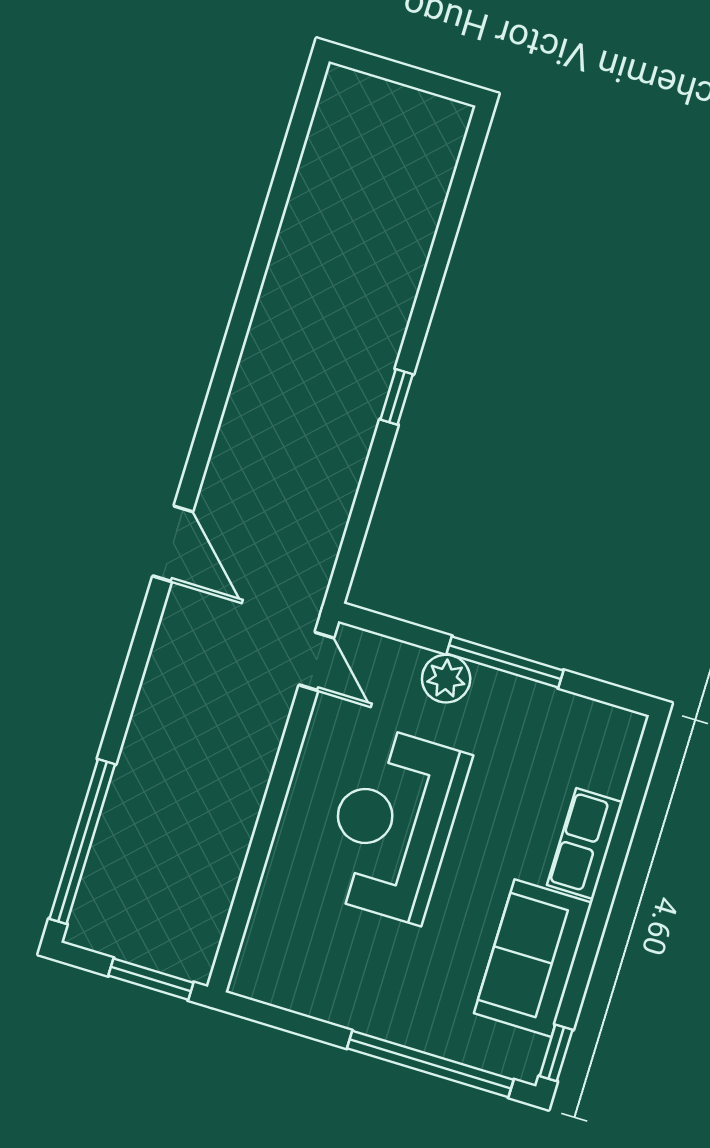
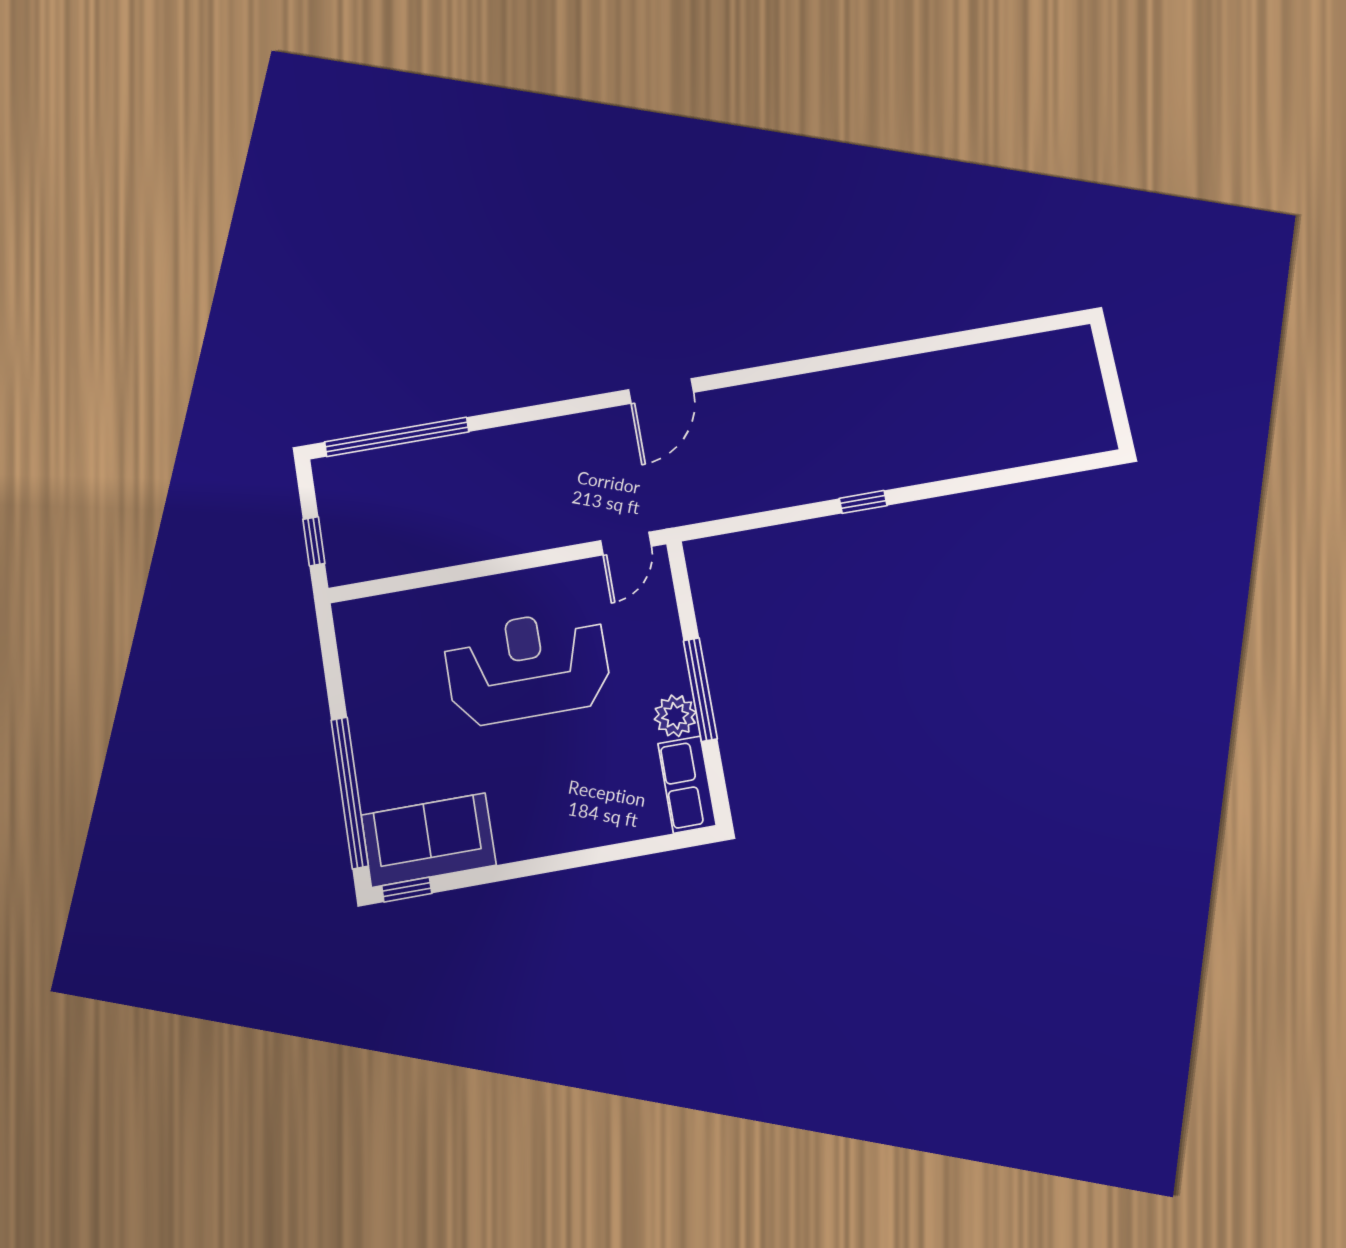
plant: (446, 679) -> (675, 716), moved
row of seats: (585, 844) -> (687, 785), moved, turned -90
sofa: (533, 958) -> (429, 840), moved
window: (151, 979) -> (314, 541), width x0.67

